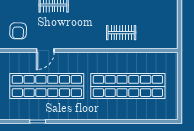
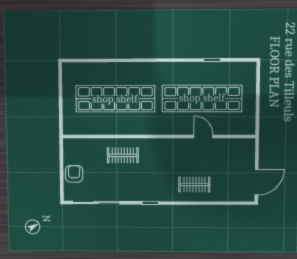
armchair: (18, 31) -> (74, 174), moved
door: (45, 50) -> (203, 137), hinge flipped

